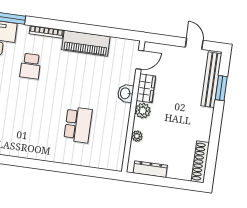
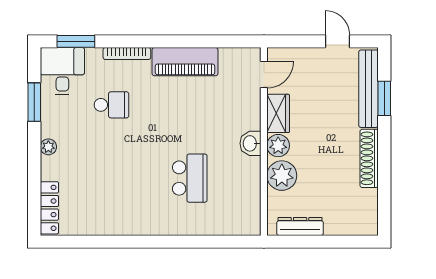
school desk: (31, 66) -> (111, 105), turned -90
washbasin: (126, 93) -> (250, 143), moved
plant: (137, 136) -> (282, 176), width x1.88, depth x1.88
shoe rack: (200, 162) -> (369, 158), moved

